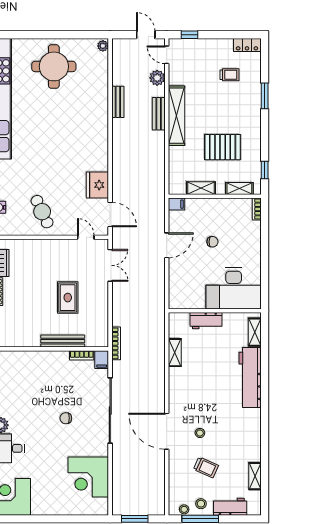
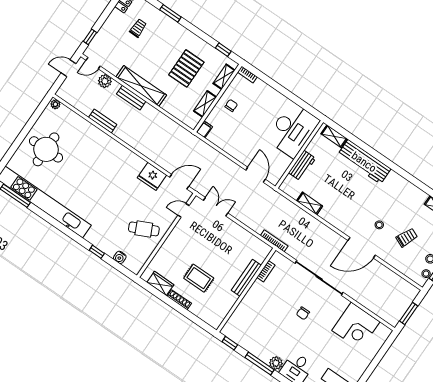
chair: (212, 242) -> (231, 106), moved
door: (167, 245) -> (256, 175), moved
rug: (68, 298) -> (199, 278), moved
filing cabinet: (102, 360) -> (279, 259), removed

